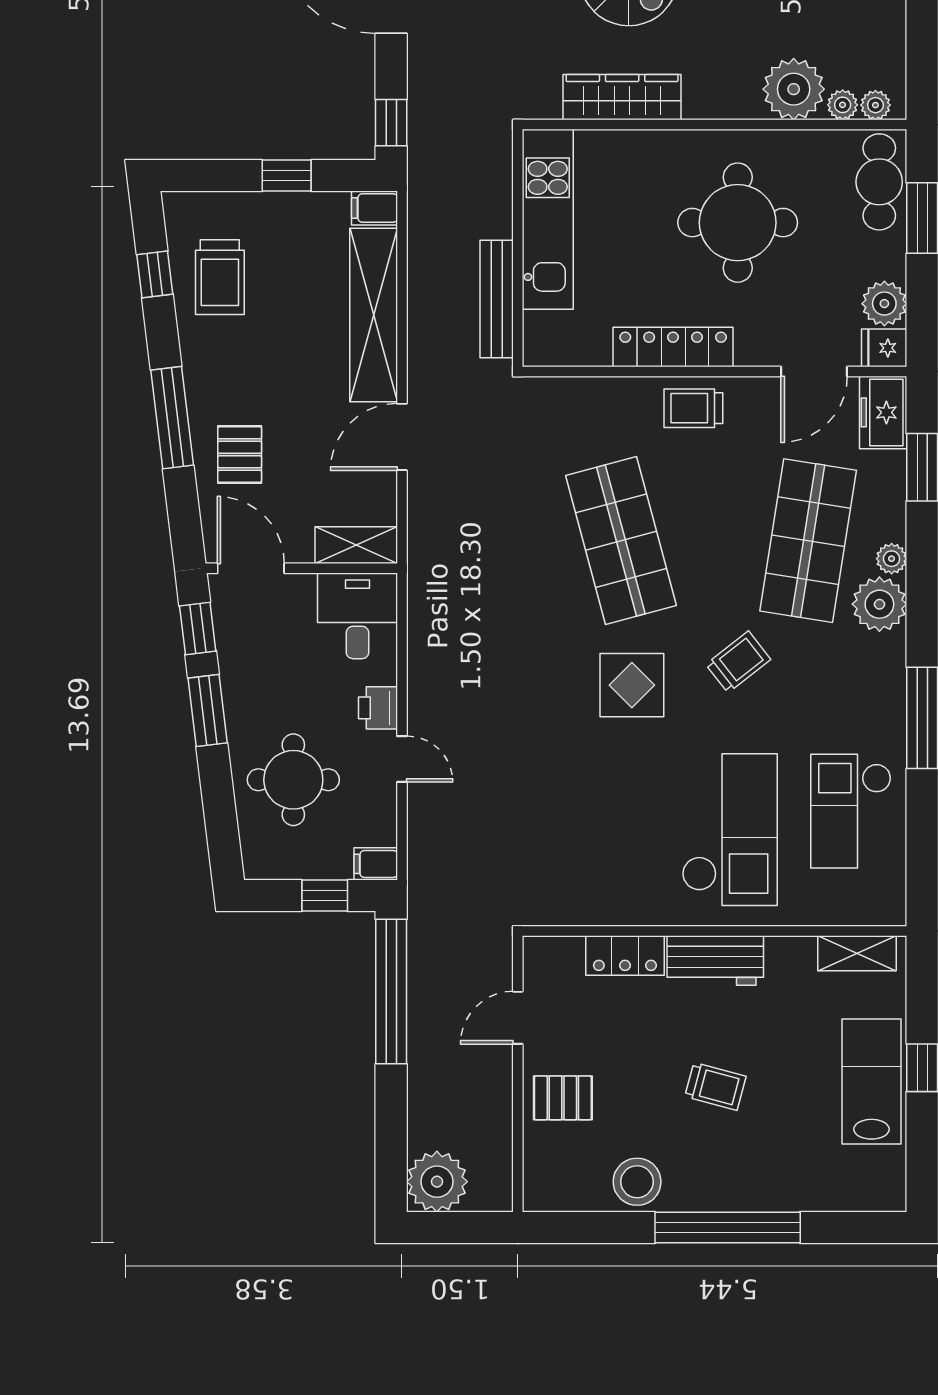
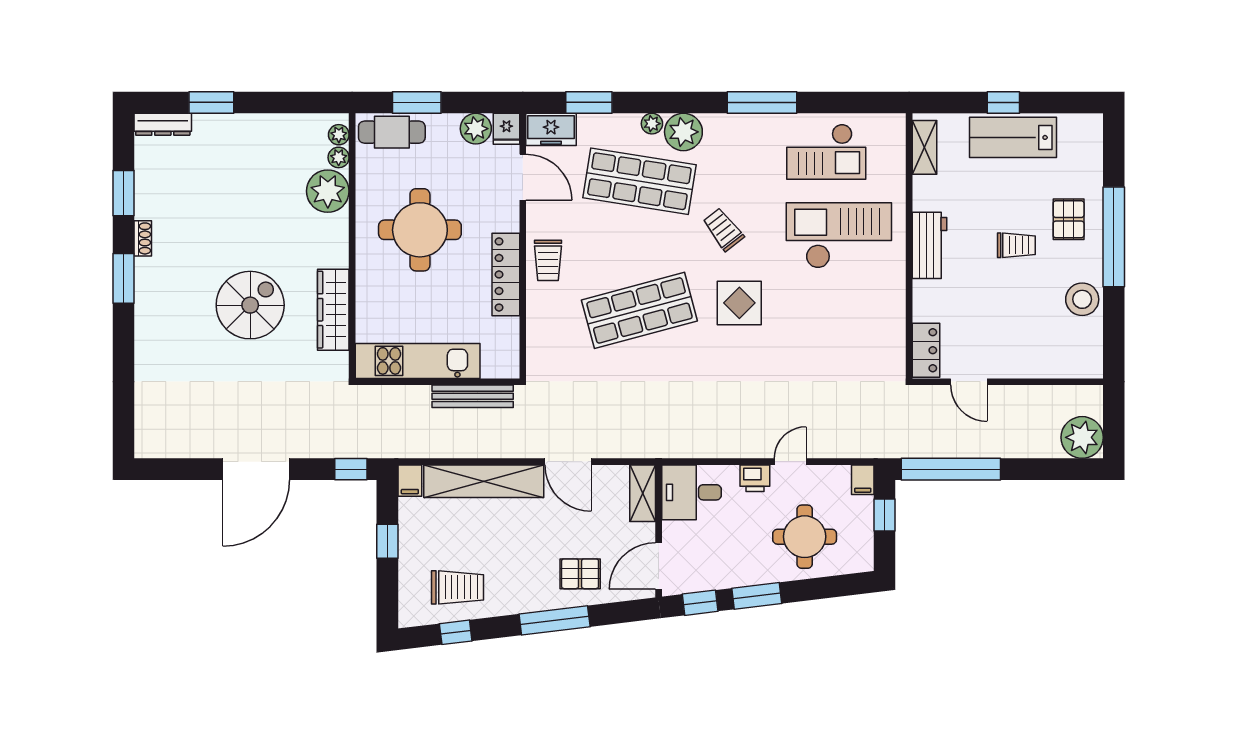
locker: (625, 955) -> (926, 350), moved
trolley: (715, 1086) -> (1016, 245), turned 75
pallet: (563, 1098) -> (1069, 219), moved

